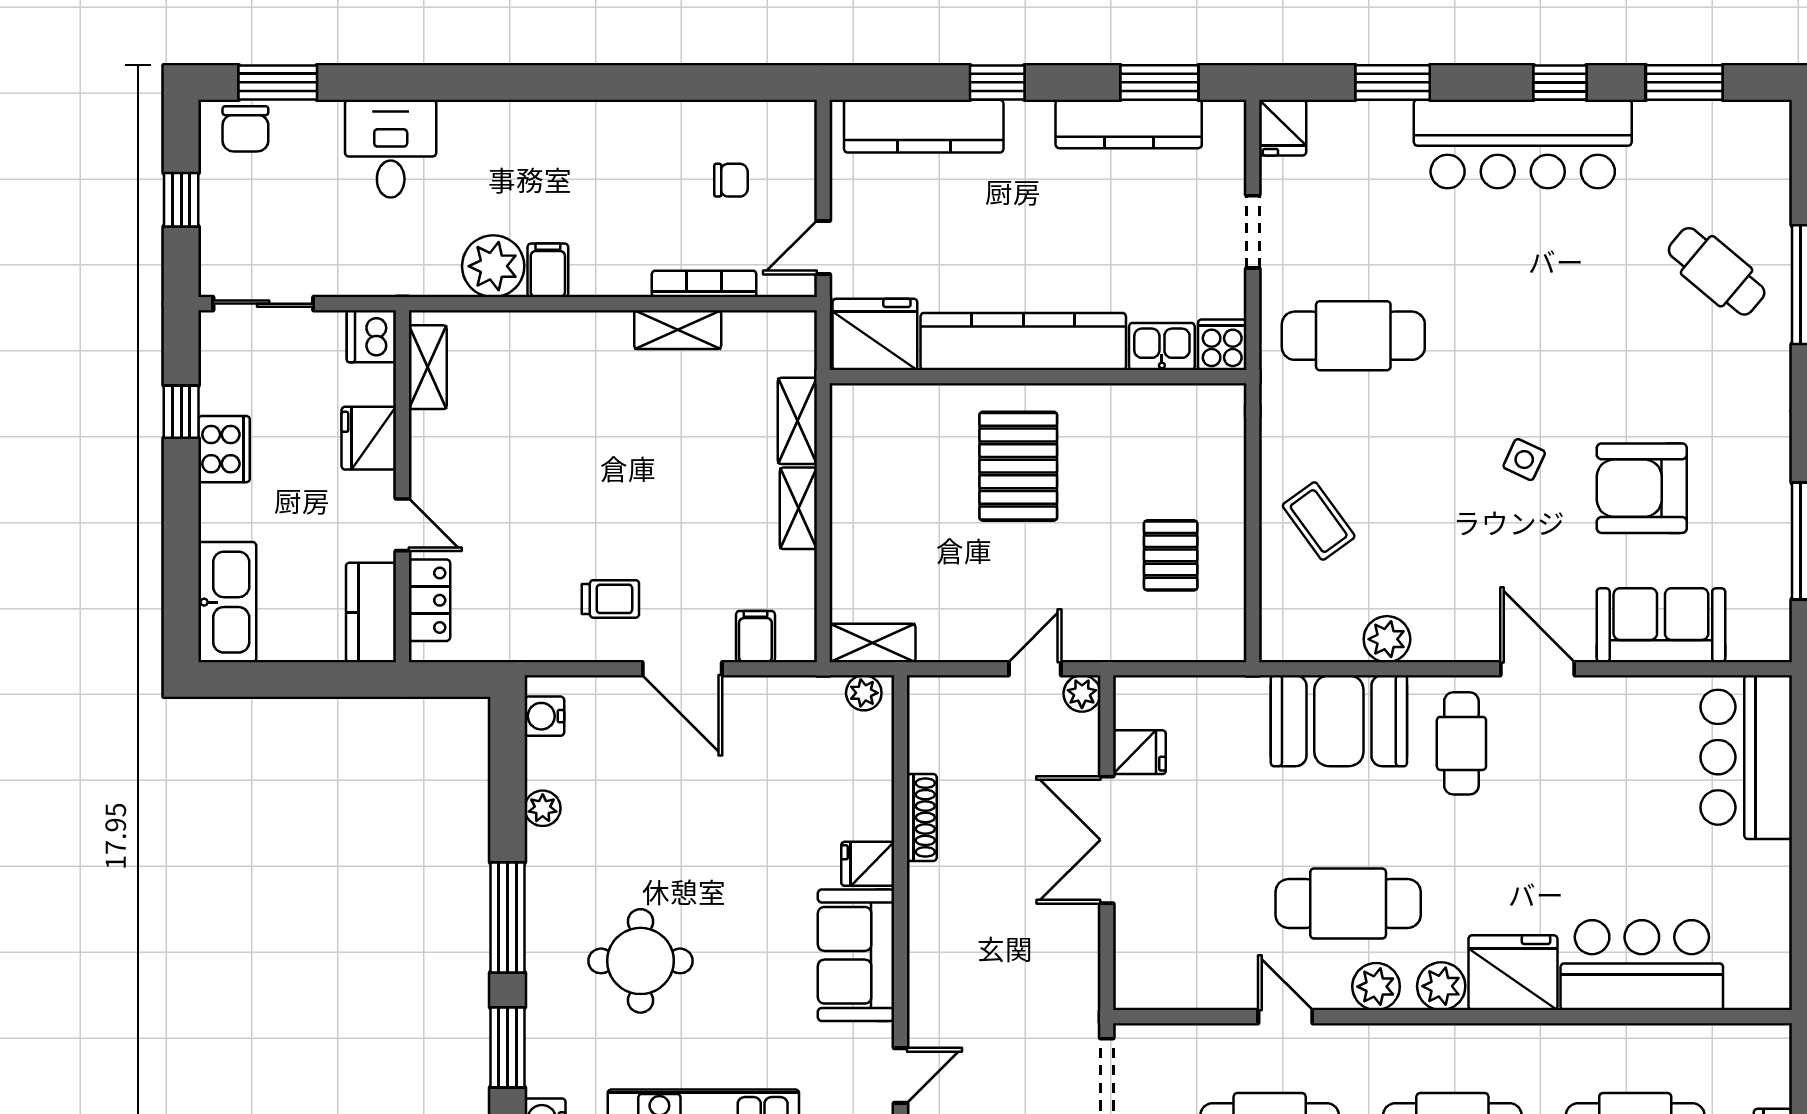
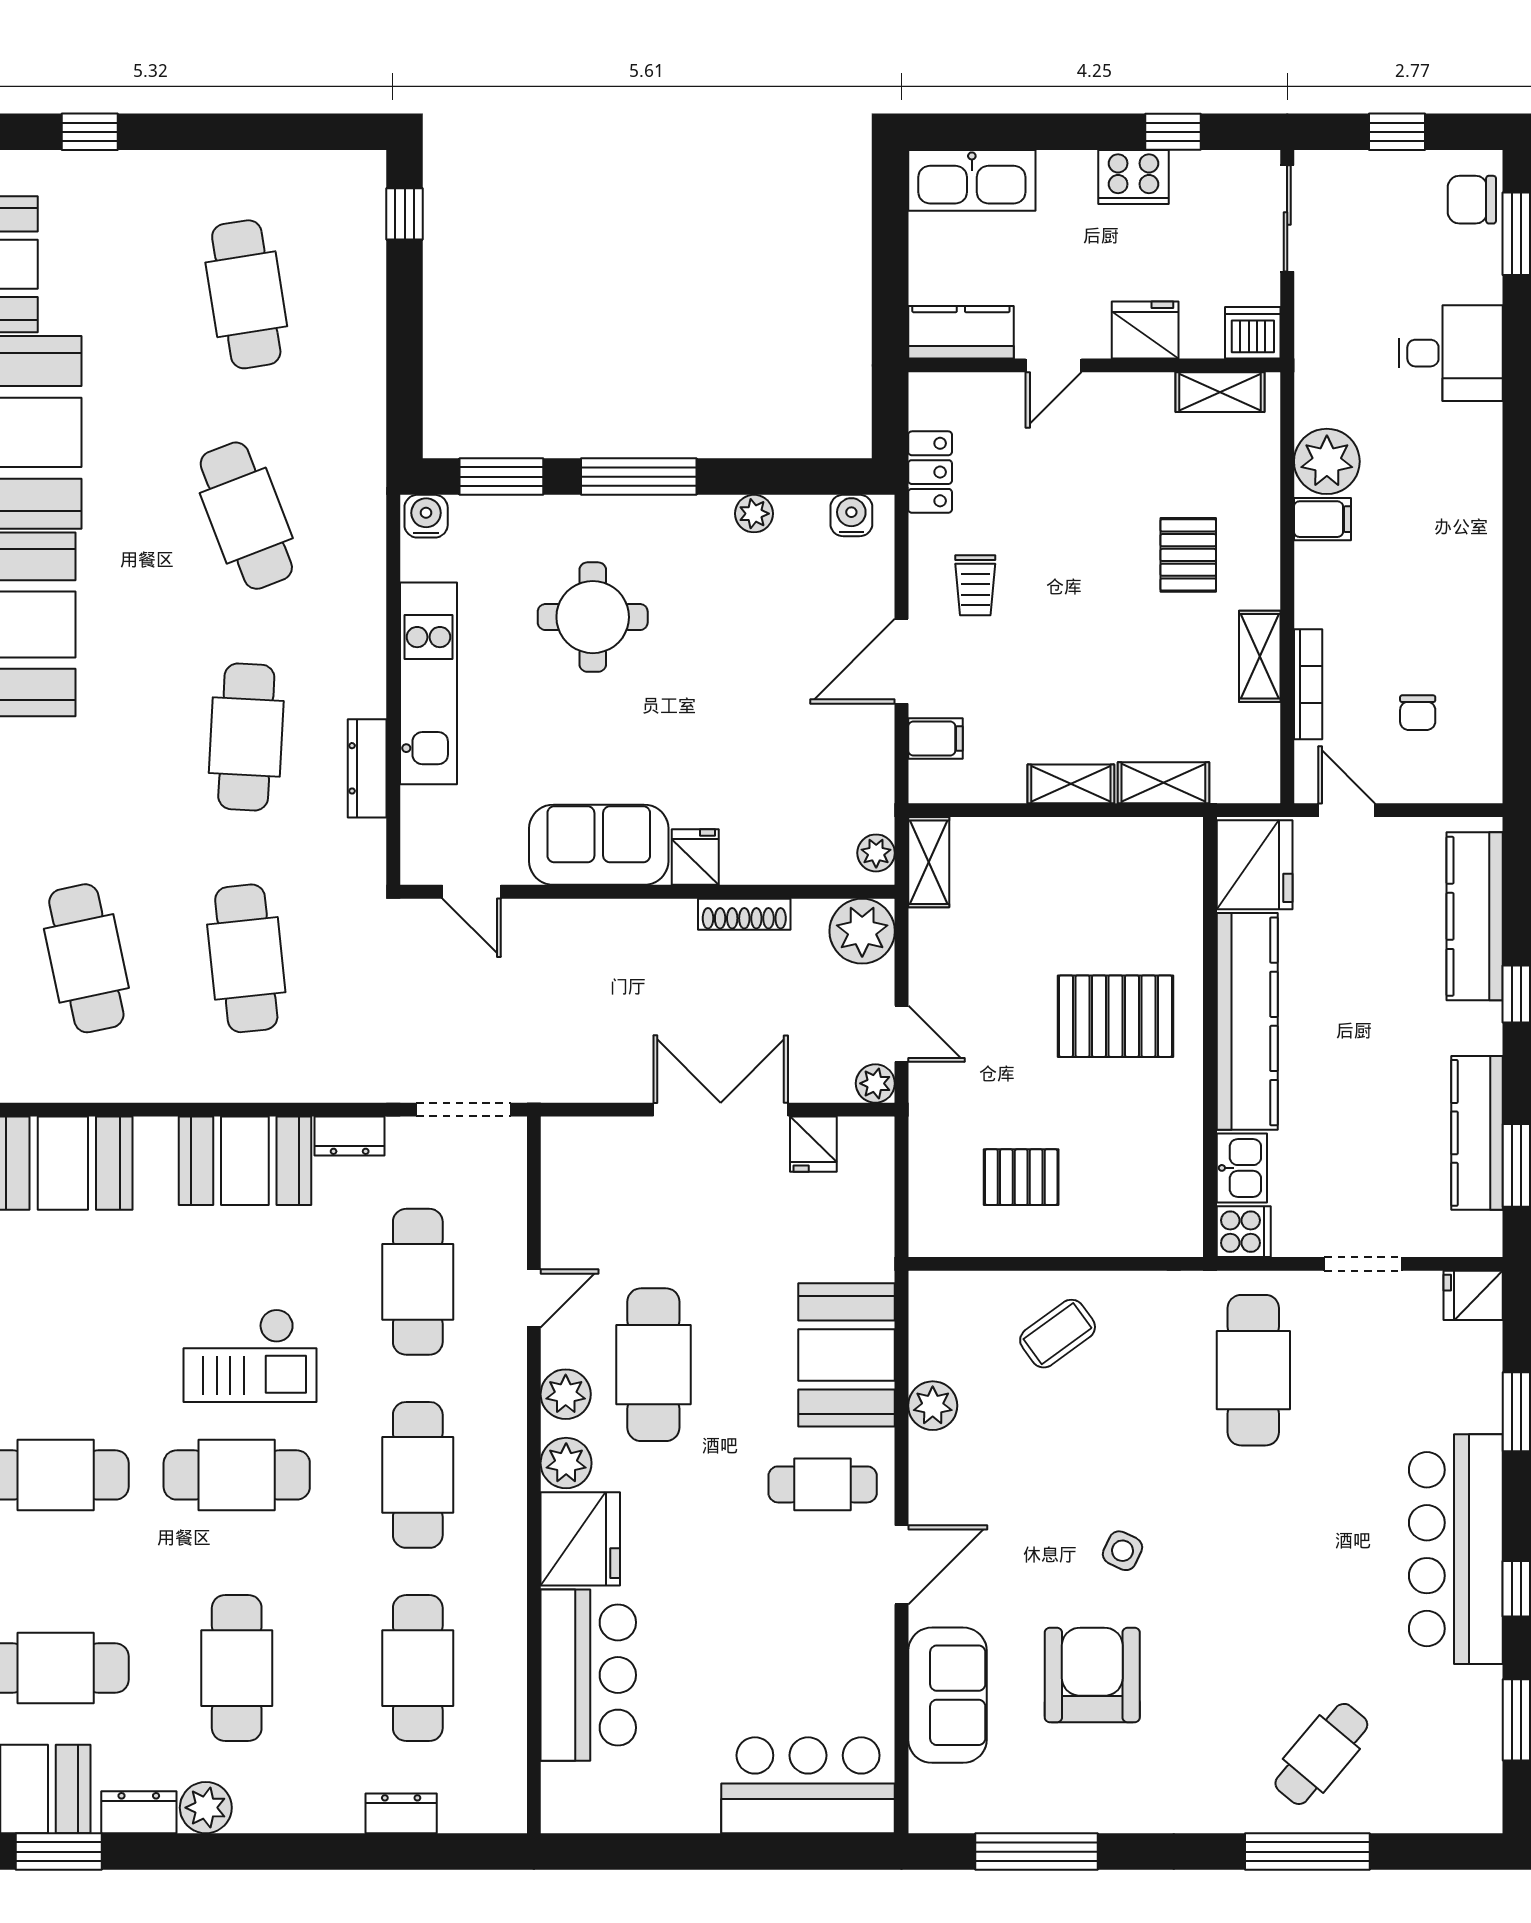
pallet: (582, 397) -> (1188, 555), added
locker: (429, 600) -> (930, 472), moved, turned -90
plant: (938, 706) -> (862, 931), added

